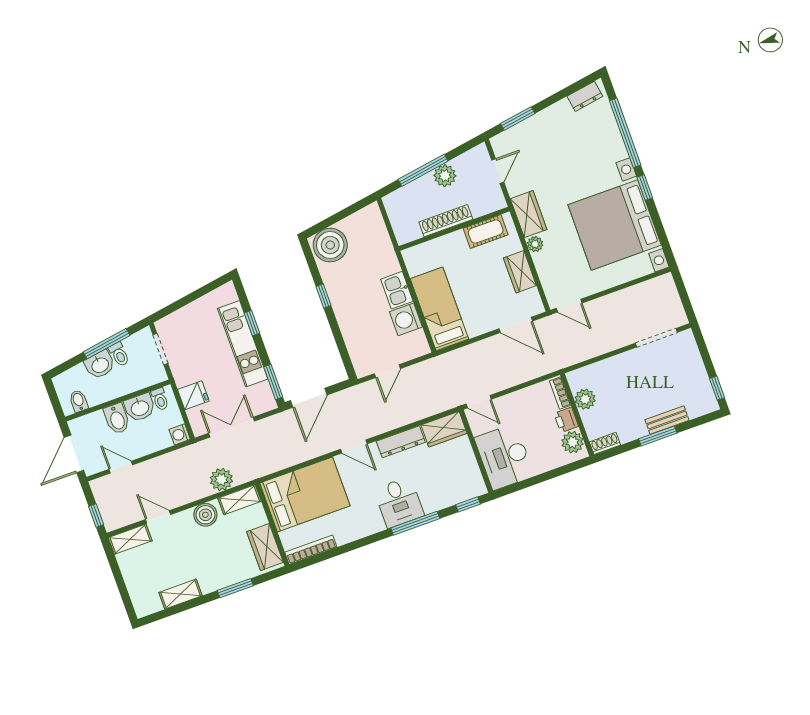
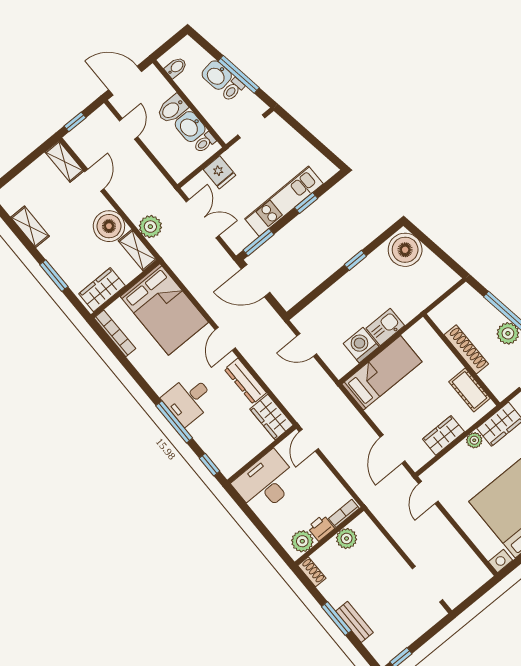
washing machine: (180, 434) -> (178, 173), removed
boiler: (205, 515) -> (109, 226), width x1.37, depth x1.37

